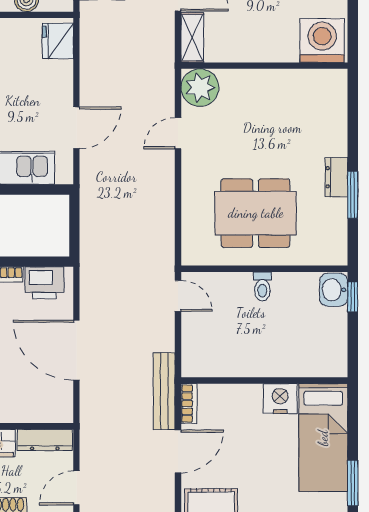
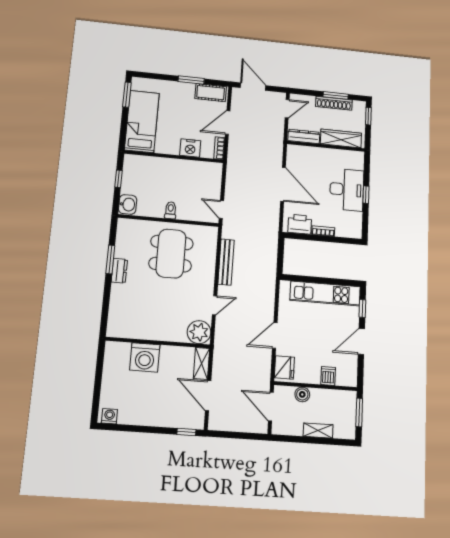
washing machine: (322, 41) -> (145, 357), moved
door: (76, 128) -> (275, 335), moved
dining table: (256, 213) -> (171, 254), turned 90
window: (353, 297) -> (118, 179), moved
bench: (164, 391) -> (226, 262), moved
nightstand: (280, 399) -> (190, 148), moved

